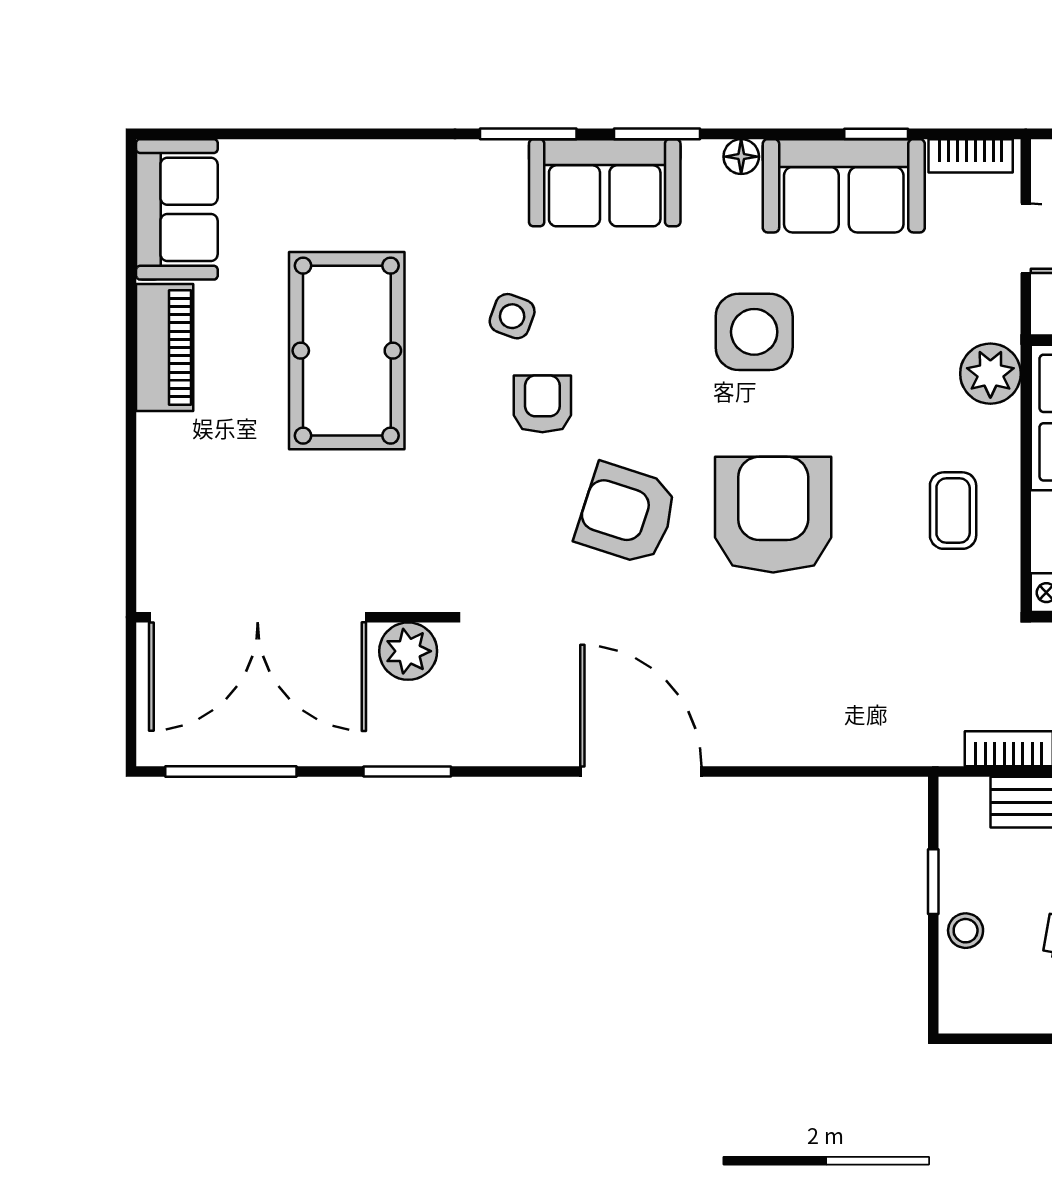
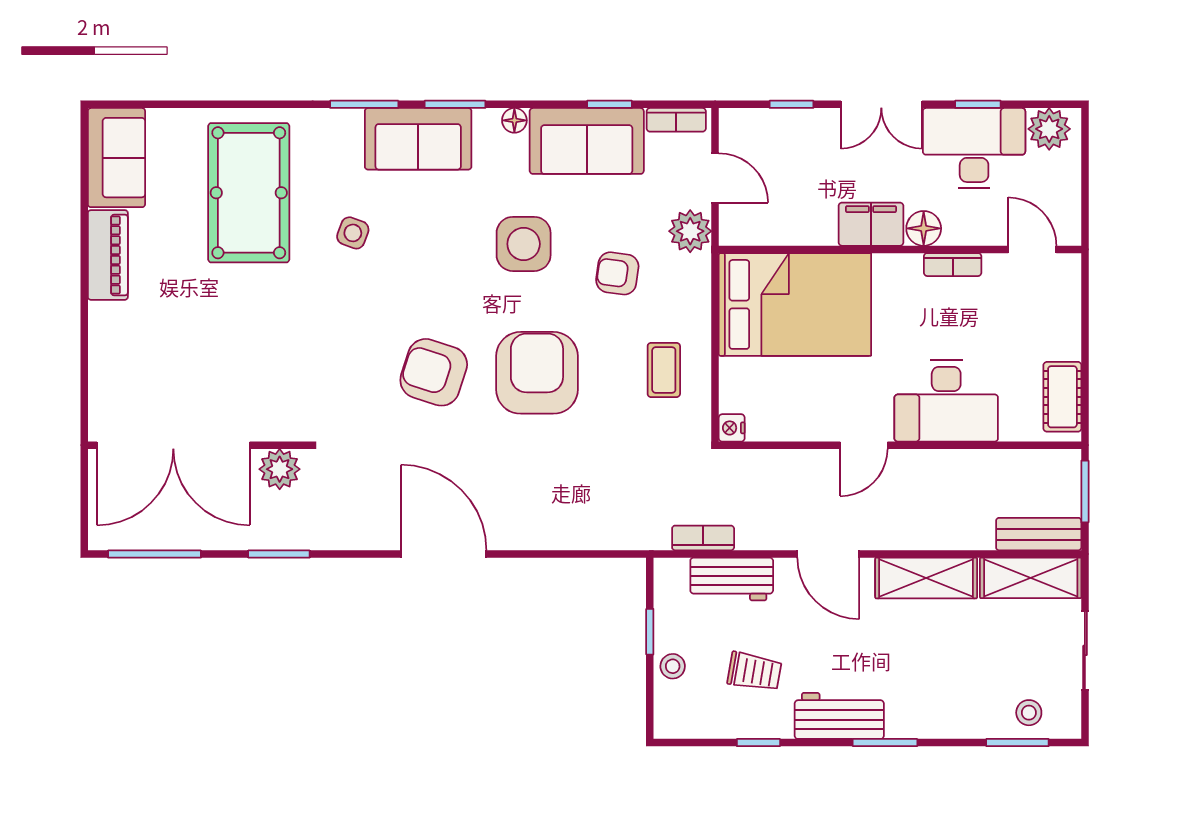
pool table: (347, 351) -> (249, 193), moved
plant: (990, 374) -> (690, 231), moved
armchair: (542, 404) -> (617, 273), moved, turned -82

